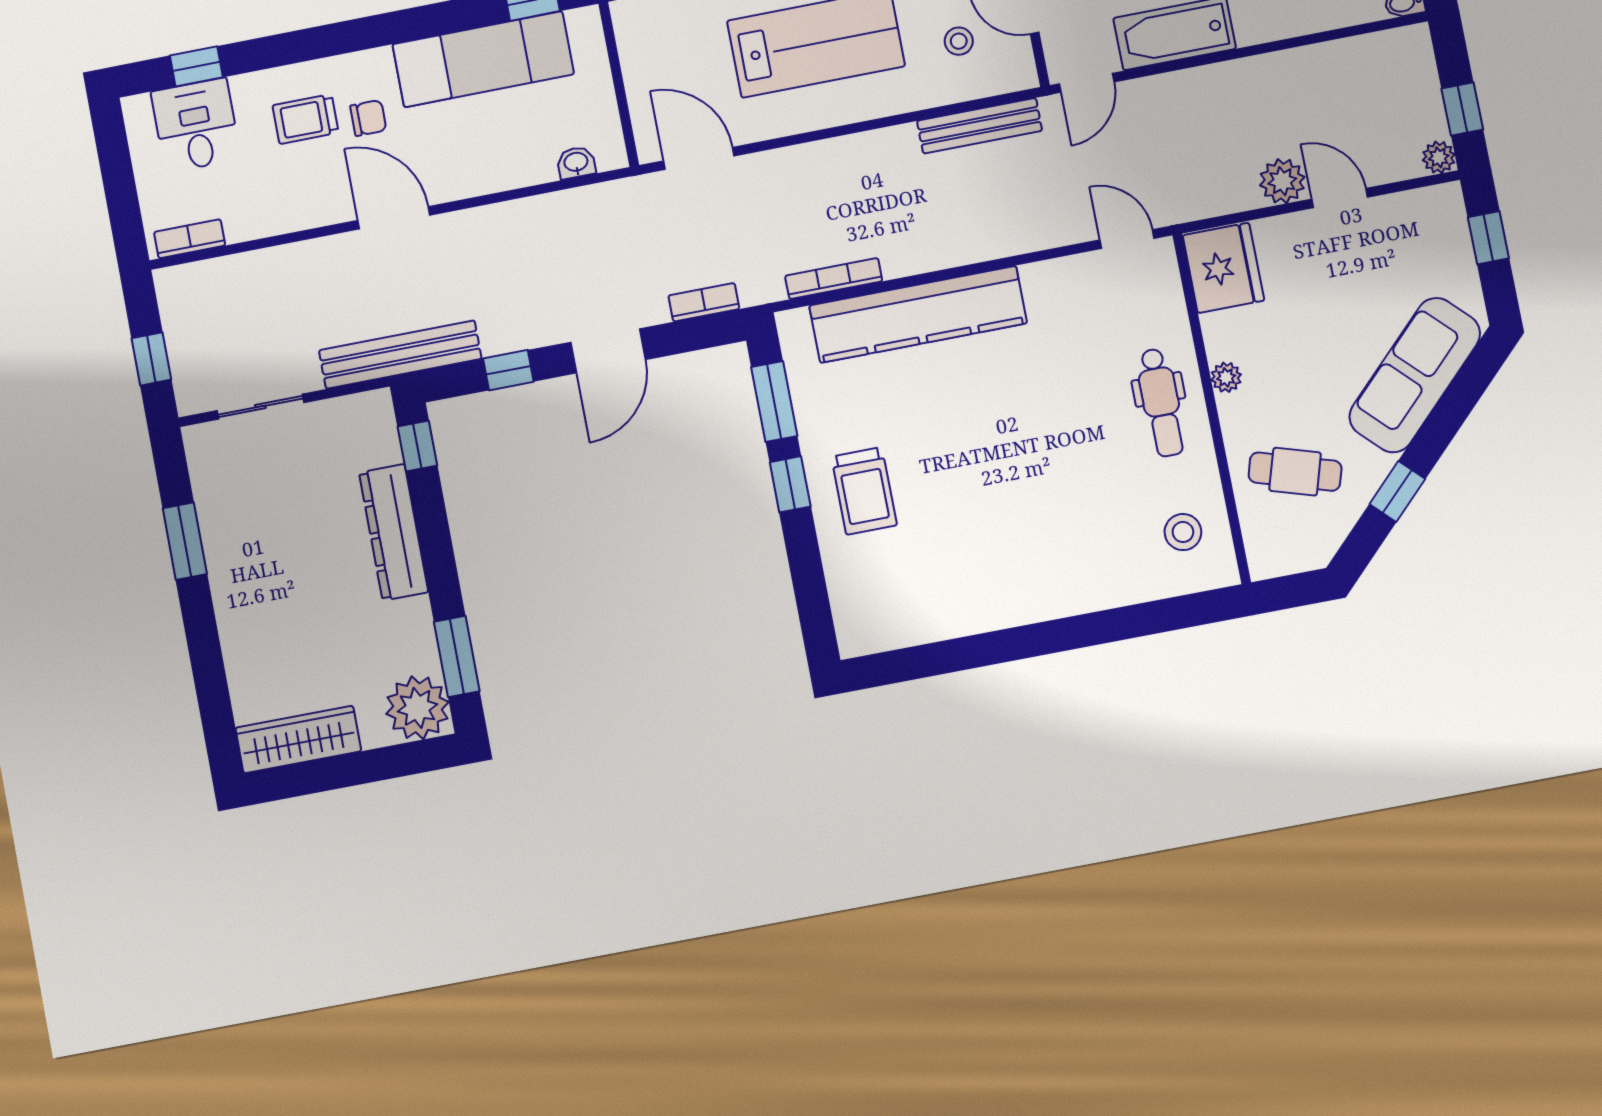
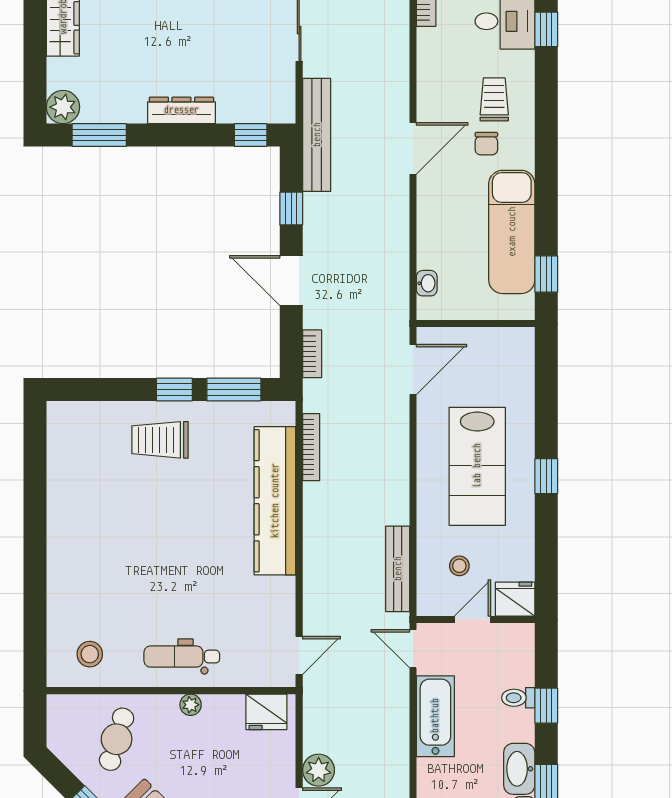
fridge: (1223, 268) -> (266, 712), width x0.73, depth x0.75
dresser: (394, 532) -> (181, 110), width x0.73, depth x0.80
plant: (418, 708) -> (63, 107), width x0.73, depth x0.73

